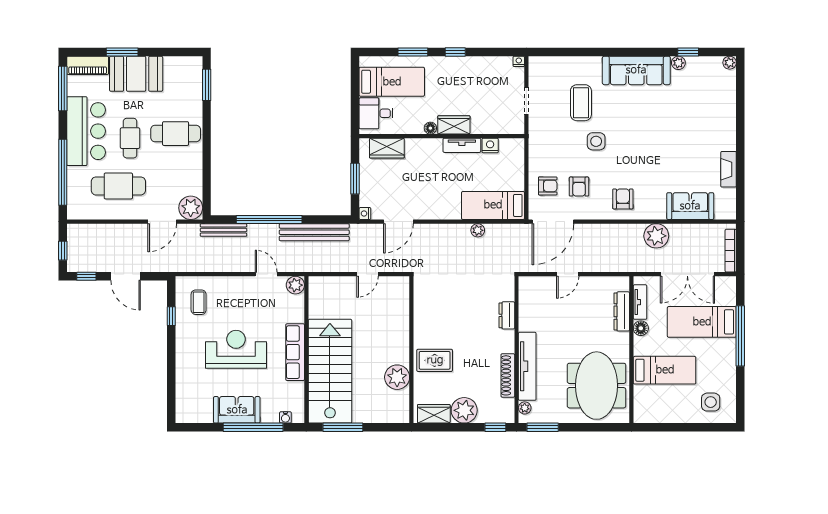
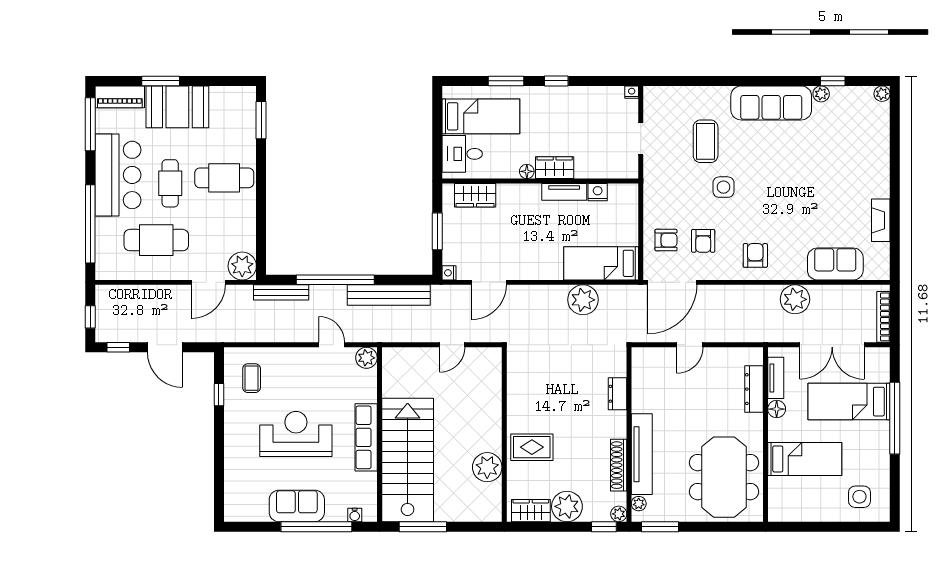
plant: (478, 230) -> (583, 300), width x1.87, depth x1.87
plant: (508, 417) -> (619, 514), added

